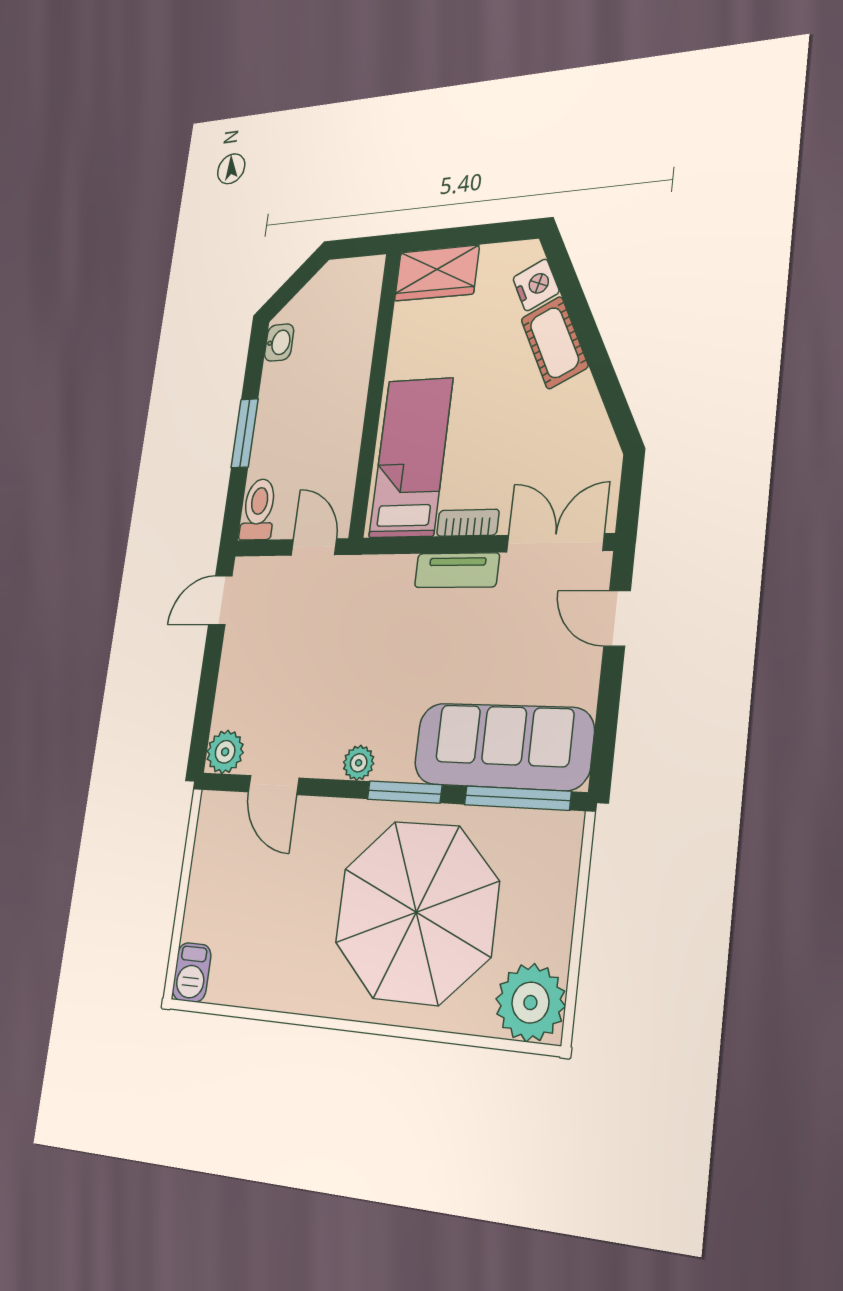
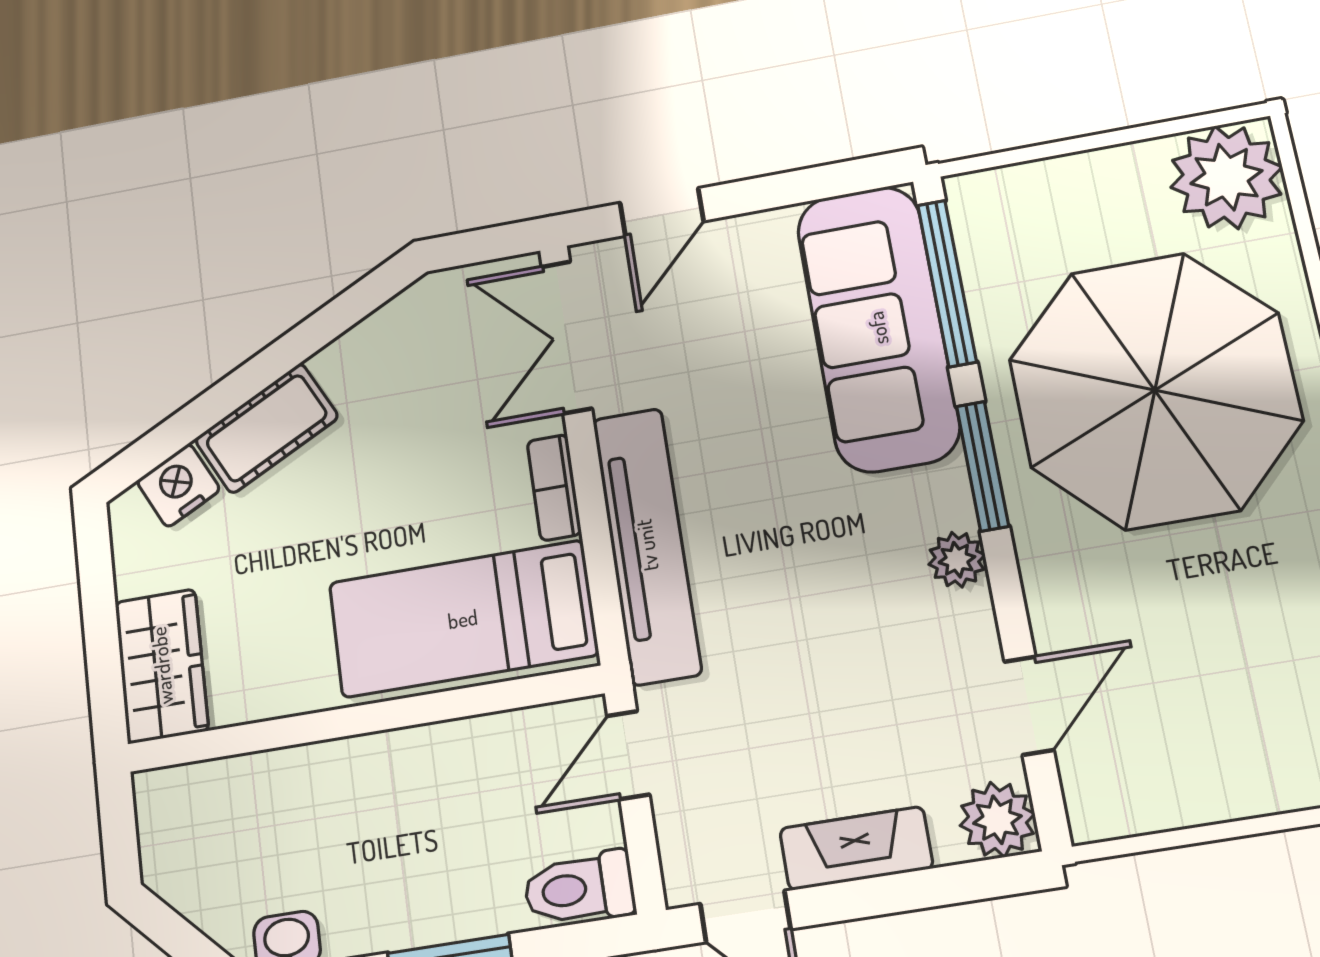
tv unit: (457, 570) -> (647, 545), width x1.92, depth x1.29
fireplace: (234, 669) -> (856, 848), added

